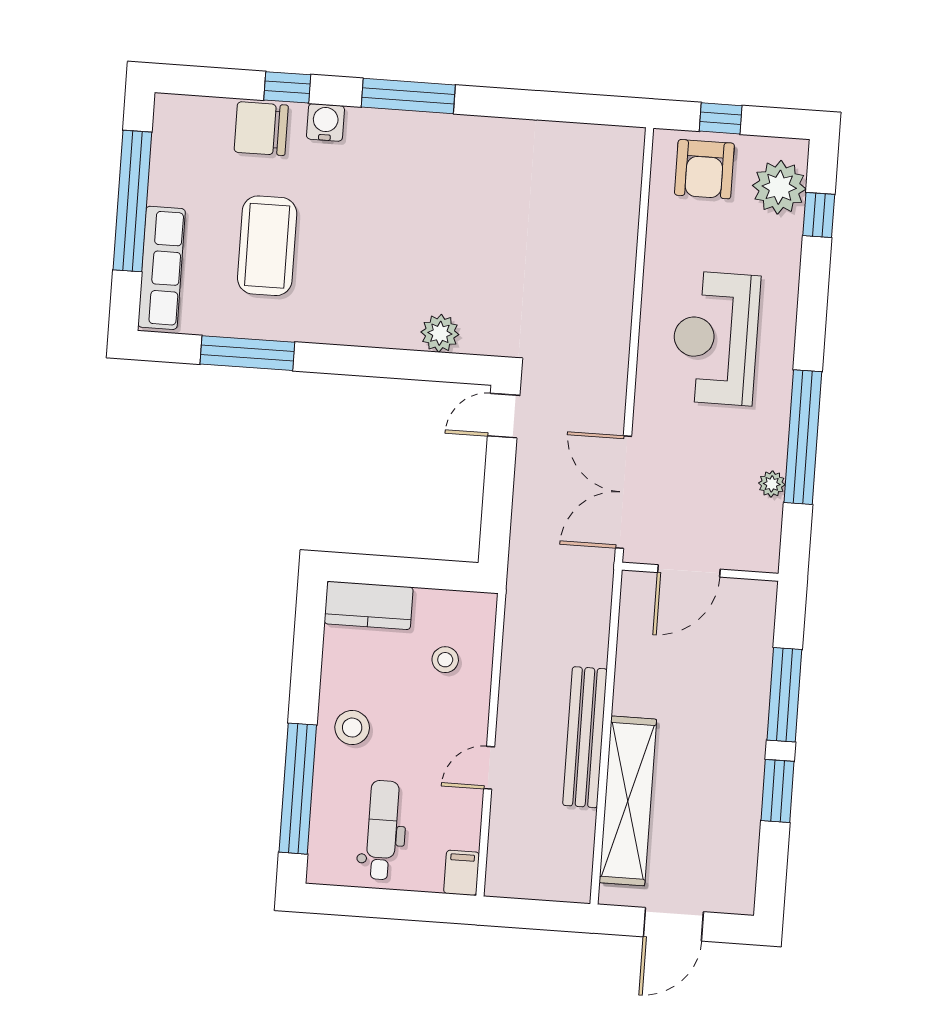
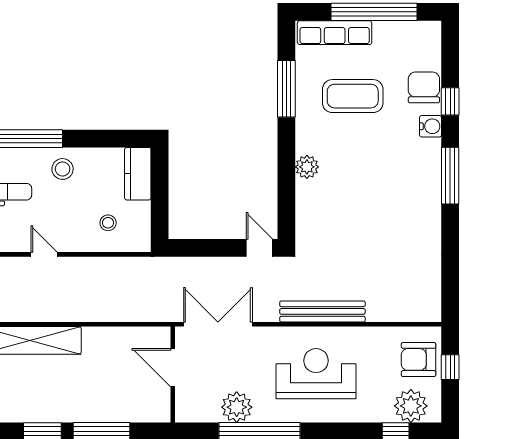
plant: (440, 333) -> (307, 167), moved
plant: (772, 484) -> (237, 407), width x1.88, depth x1.88
bench: (585, 737) -> (322, 311), moved

